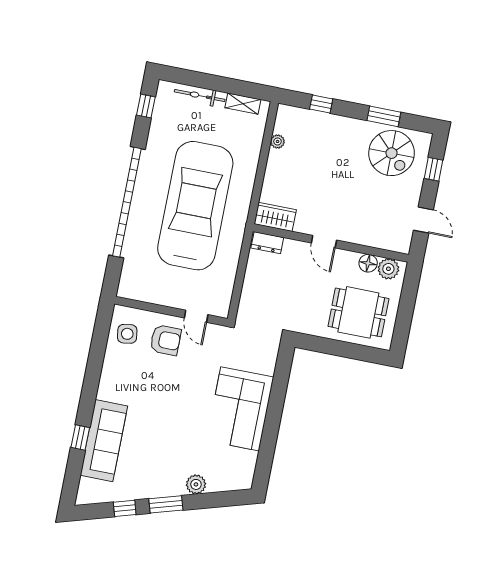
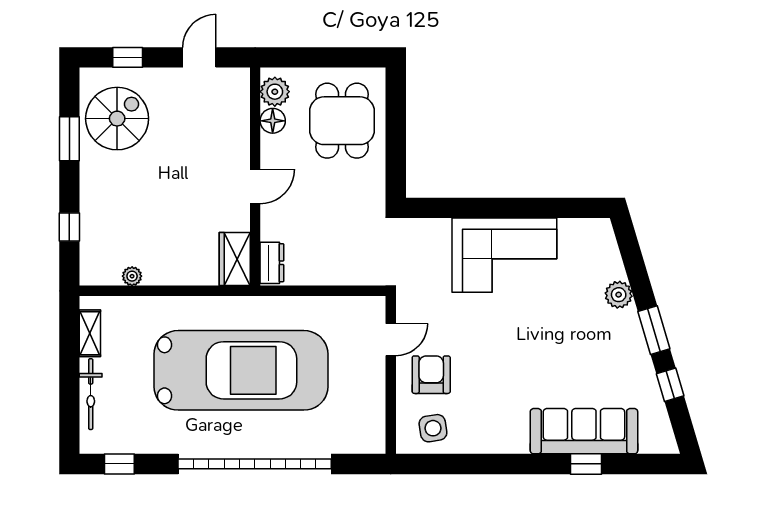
car: (195, 206) -> (241, 370), turned 180

